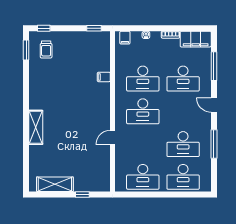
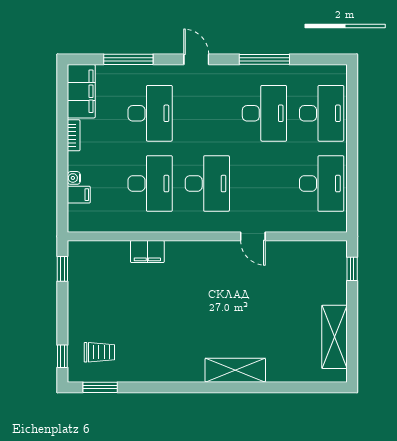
filing cabinet: (125, 38) -> (79, 195), moved
filing cabinet: (104, 77) -> (147, 252), width x2.00
door: (214, 105) -> (196, 59), swing flipped
window: (82, 194) -> (352, 269), moved

